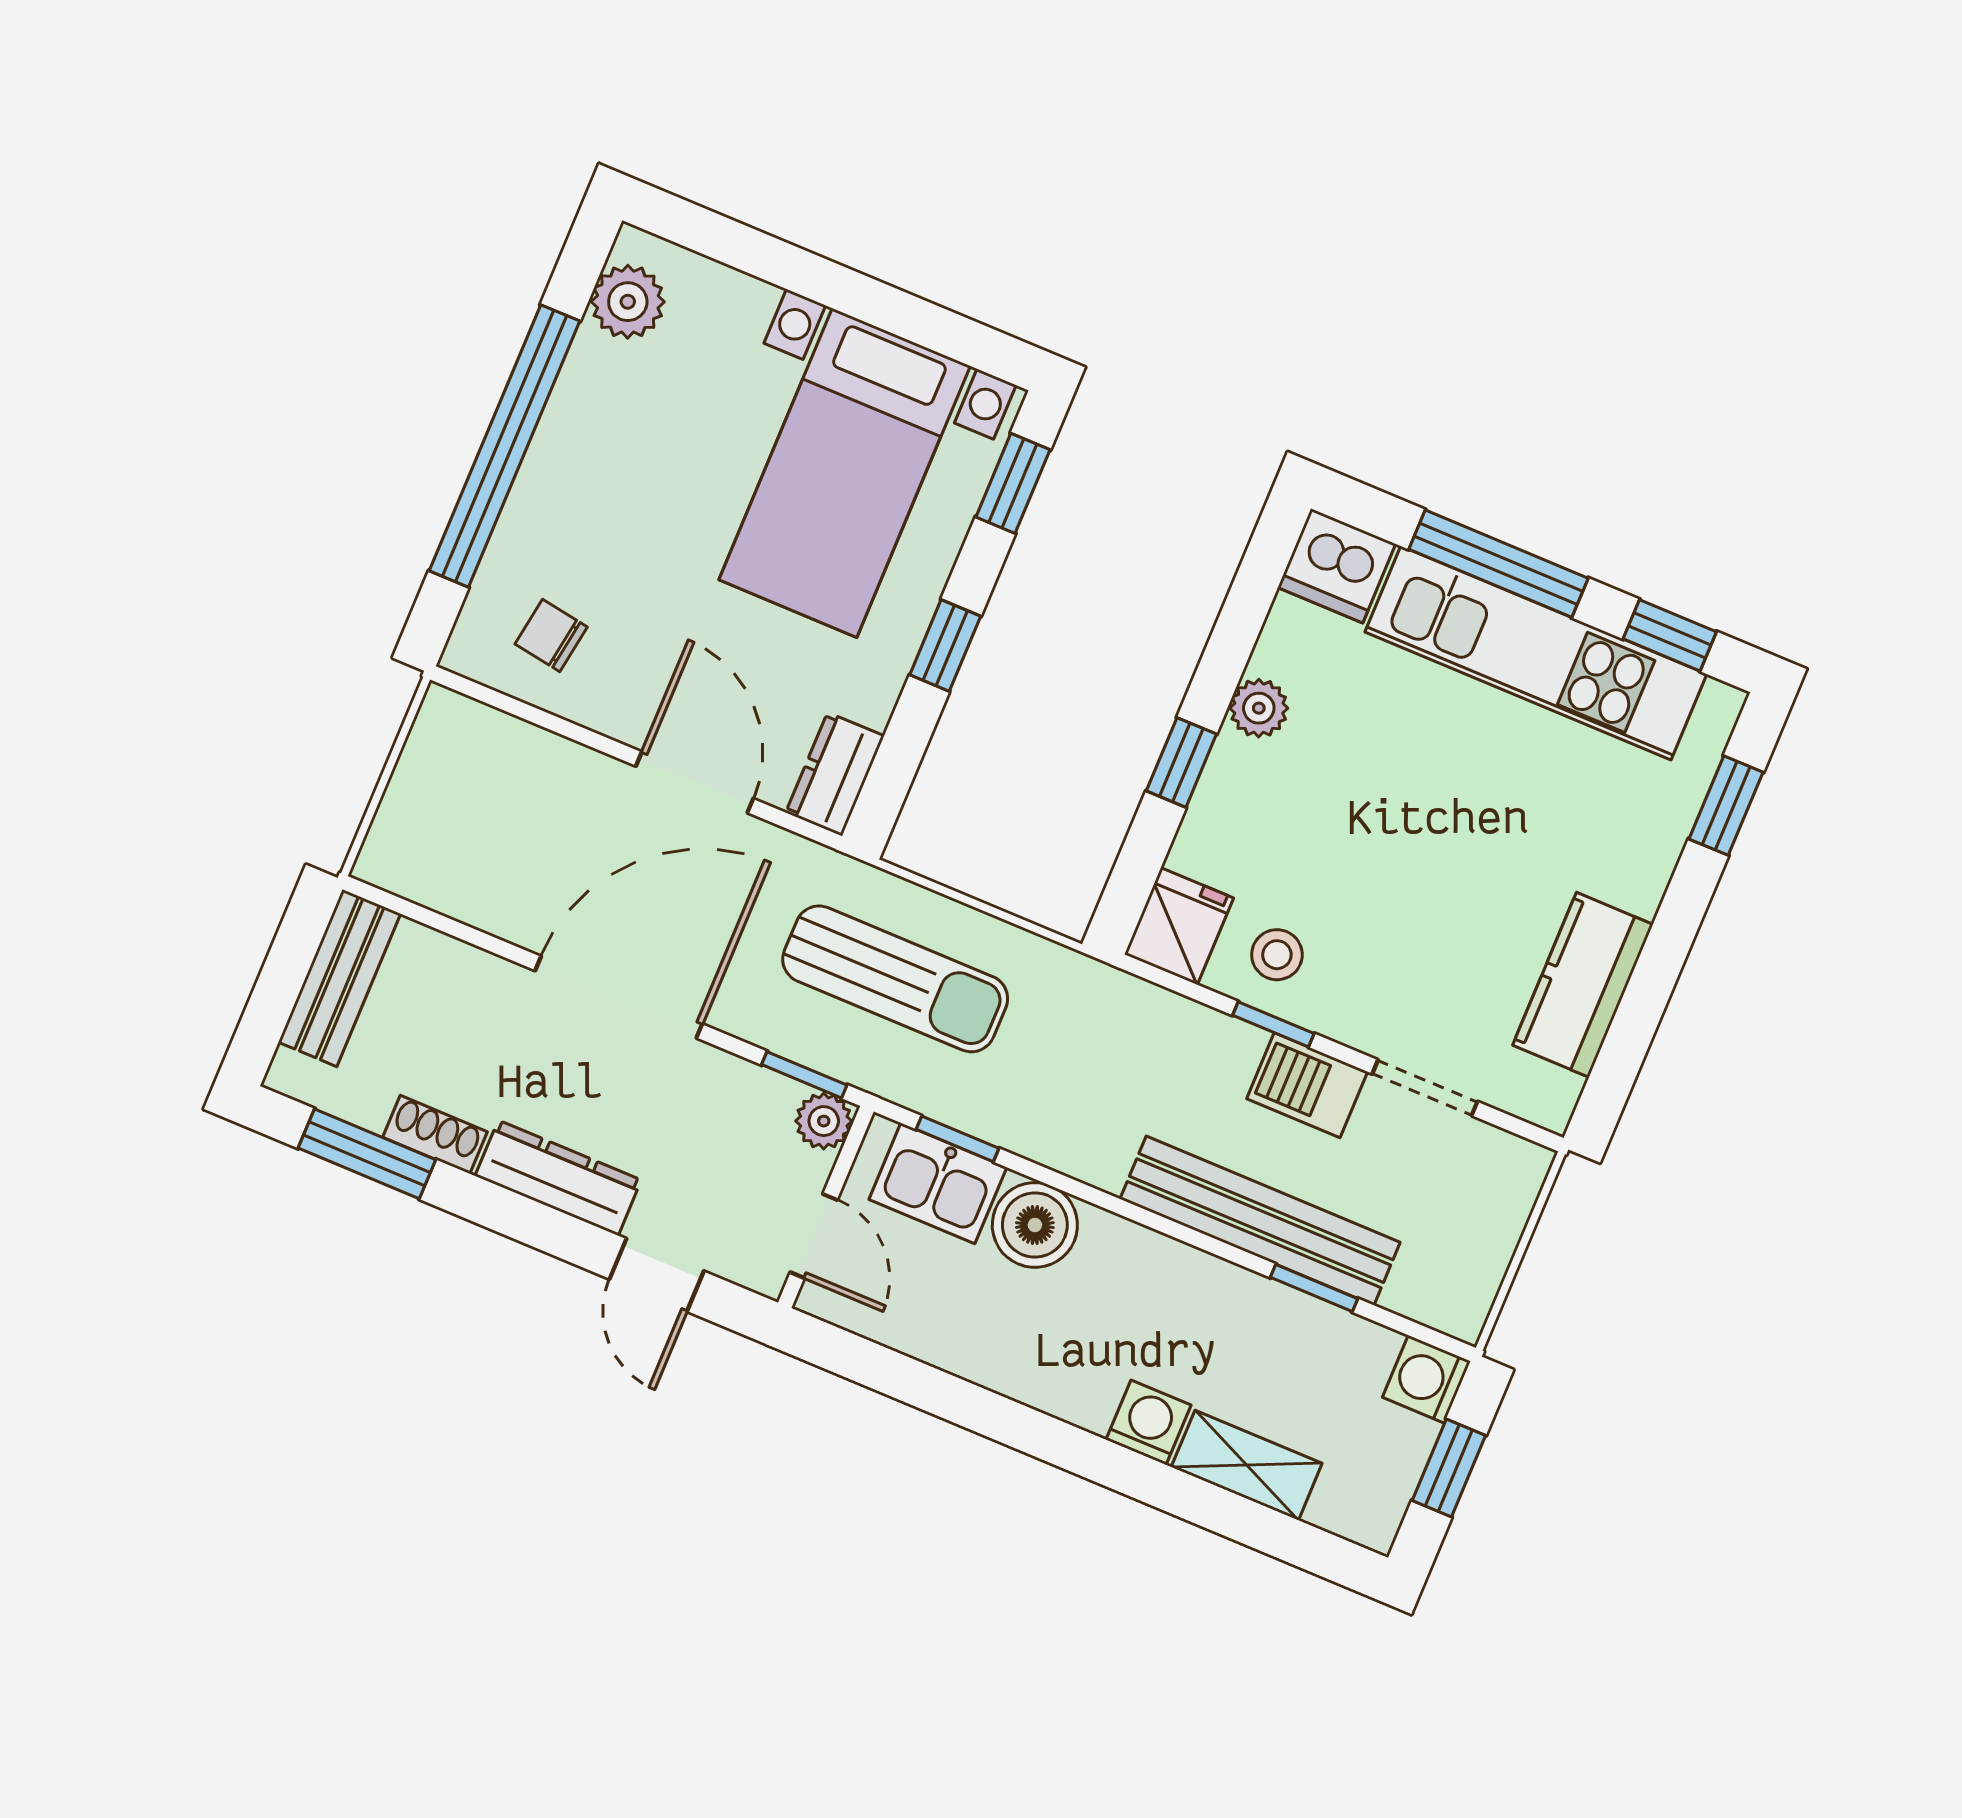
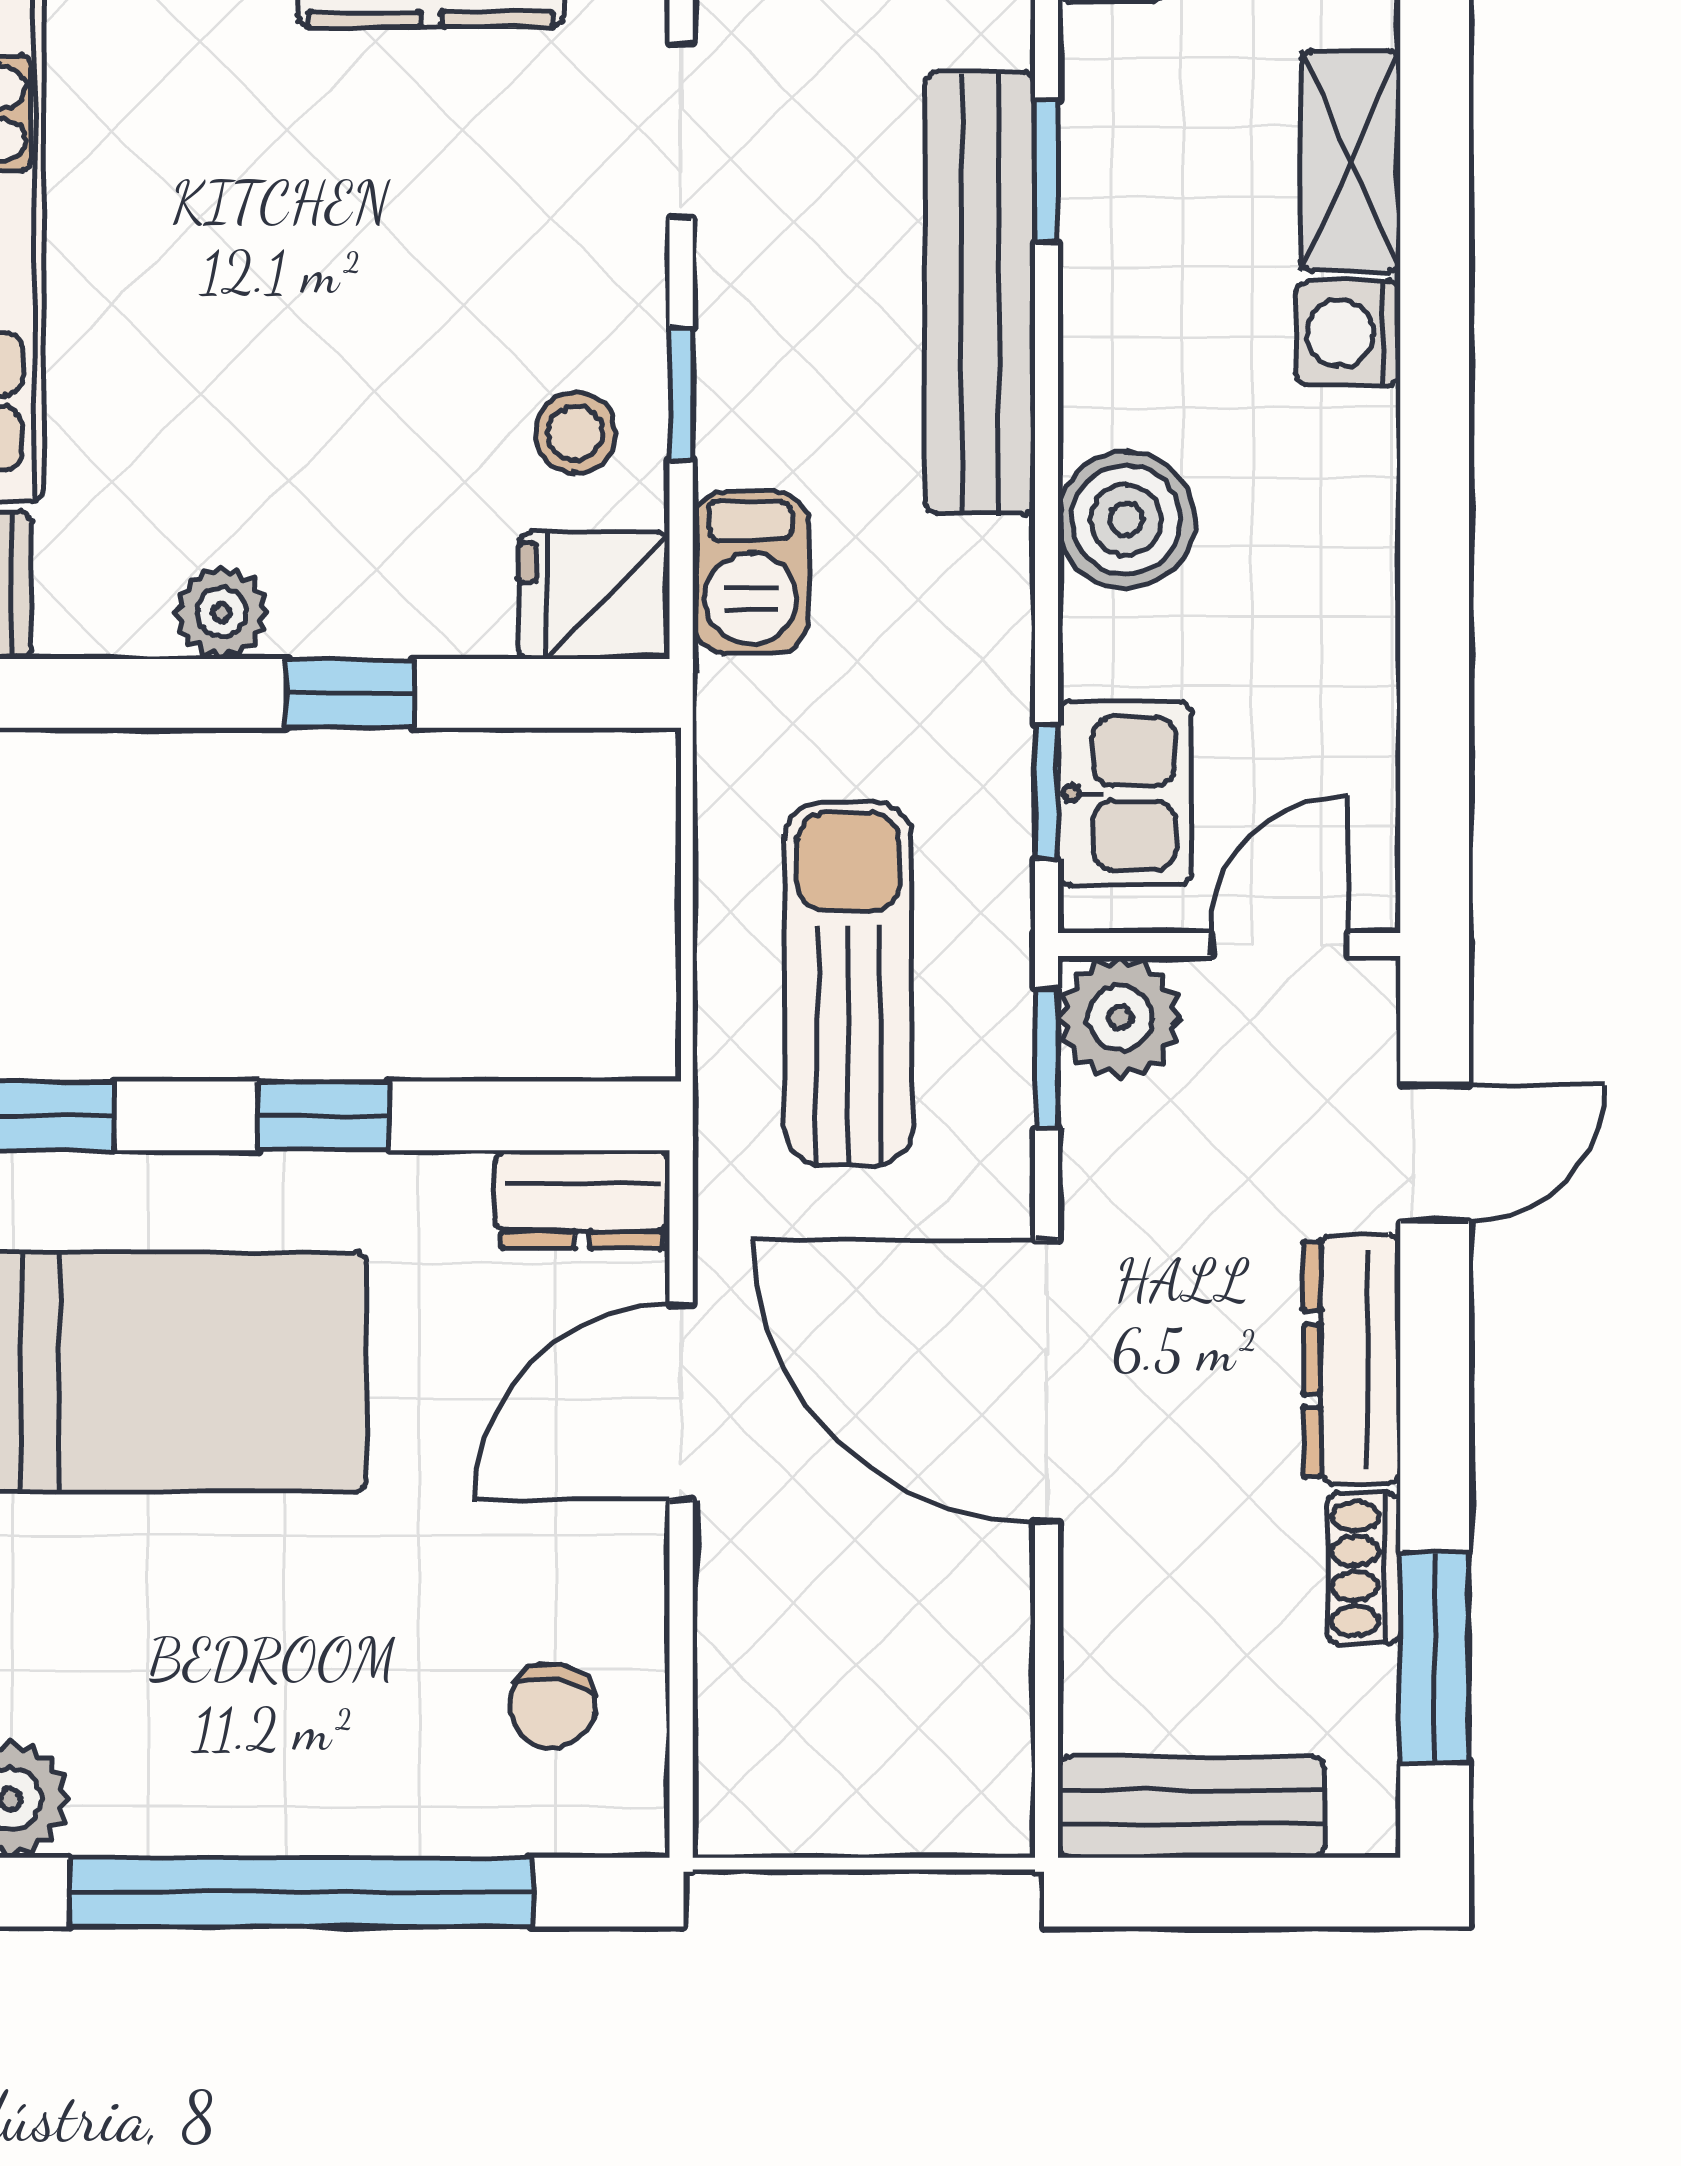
barbecue: (1307, 1085) -> (750, 573), moved
plant: (824, 1121) -> (1120, 1018), width x1.38, depth x1.38
boiler: (1035, 1225) -> (1126, 520), moved

